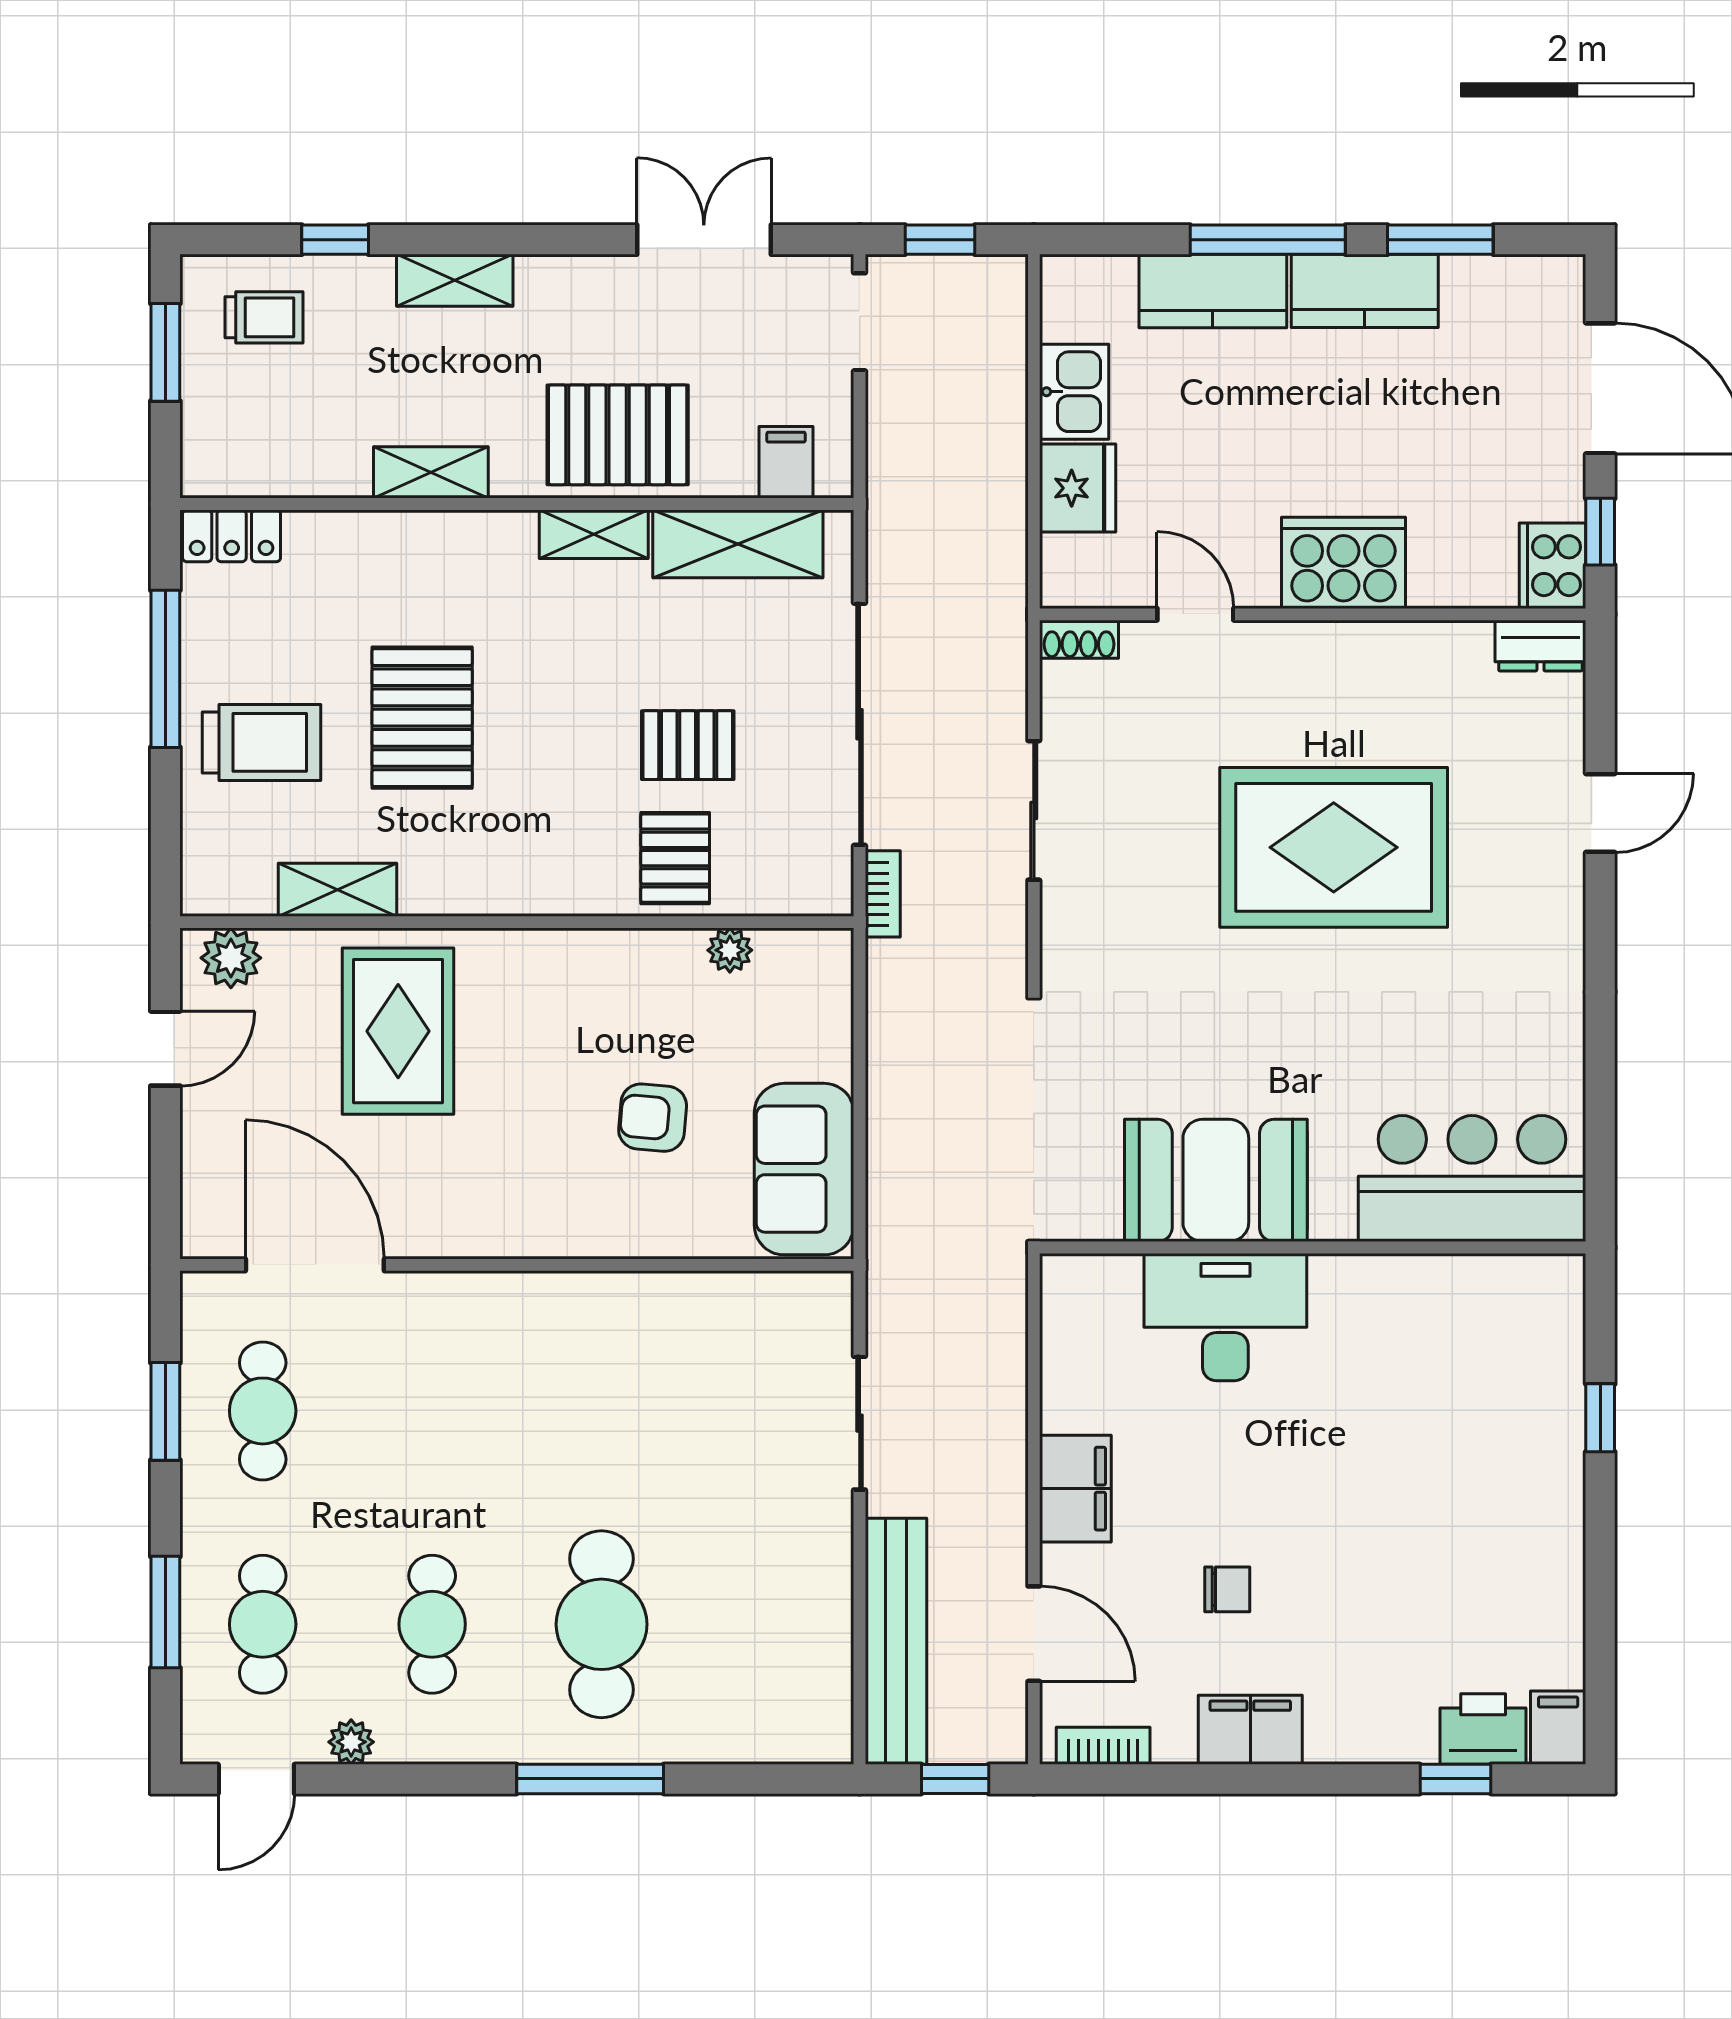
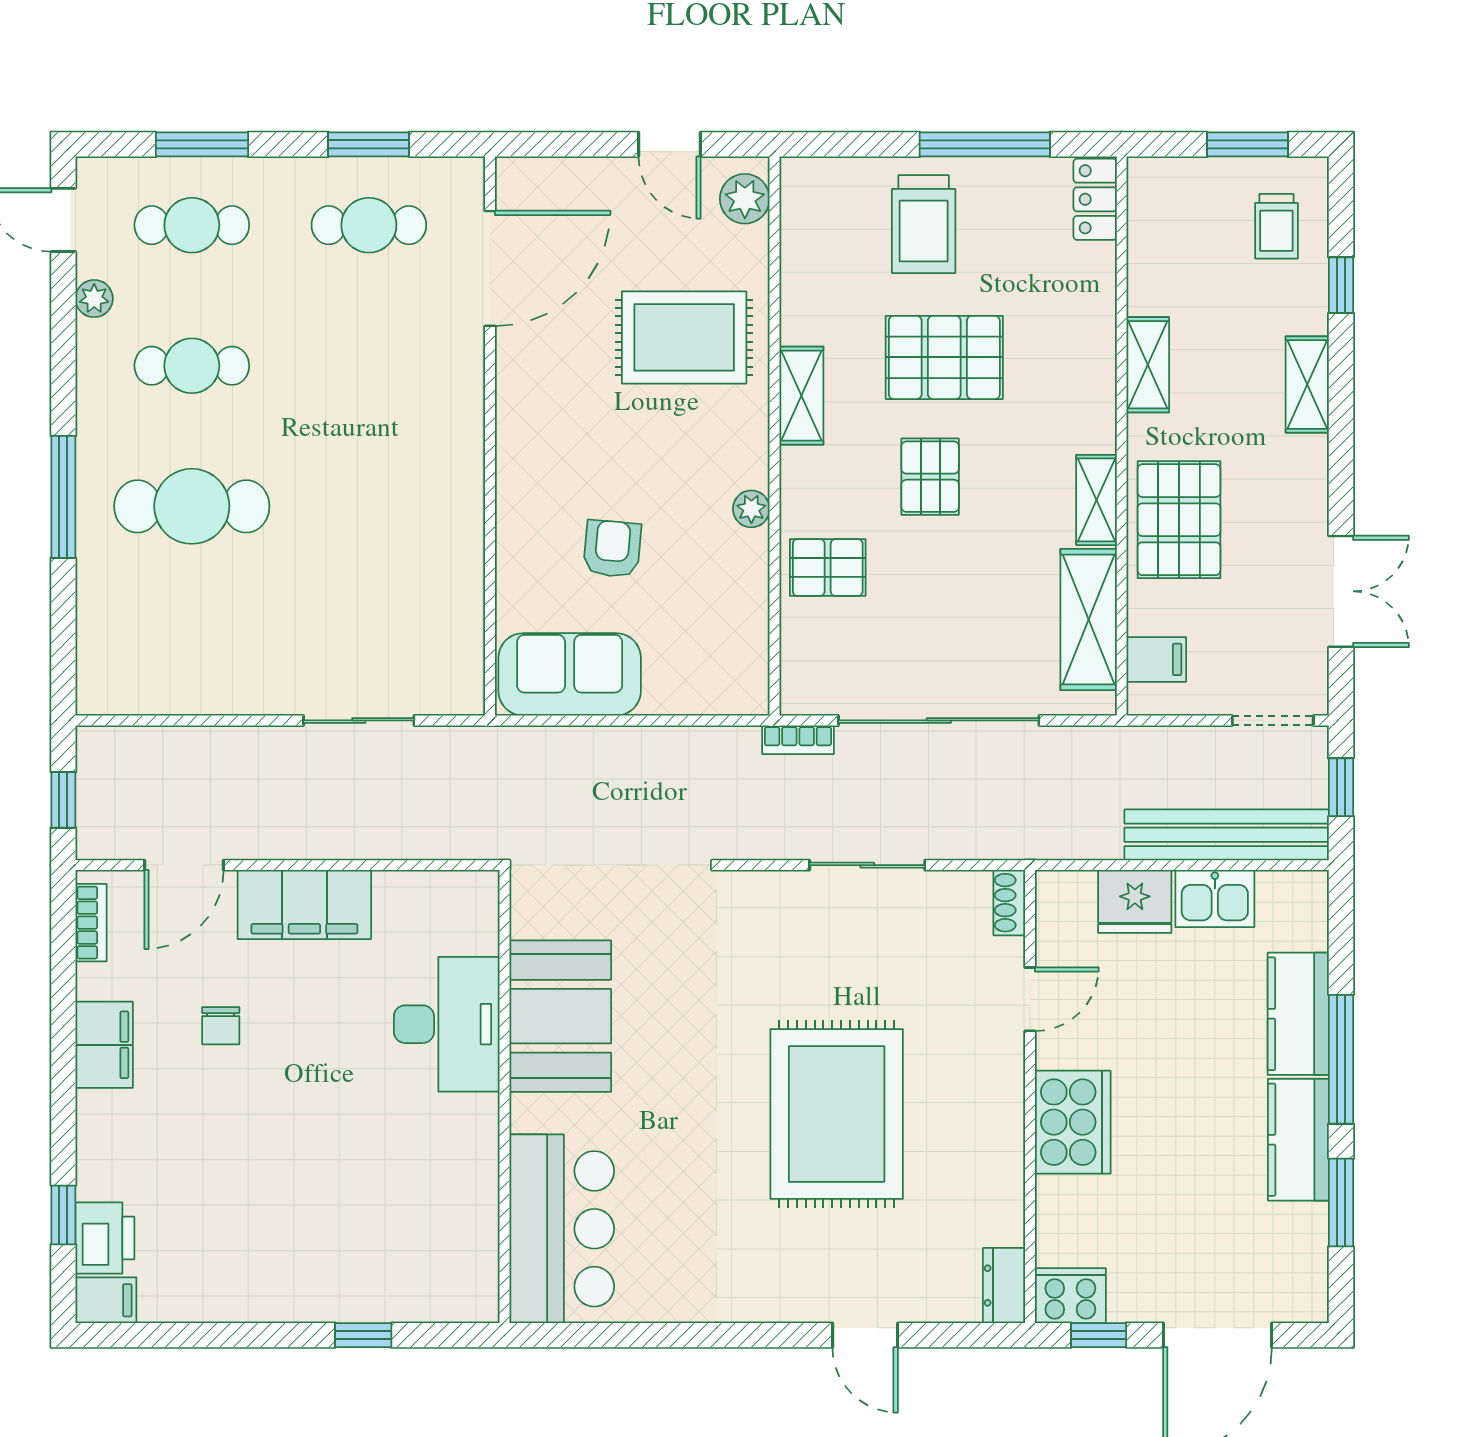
pallet: (688, 745) -> (930, 477), moved
shelving: (337, 890) -> (801, 396), moved
plant: (730, 950) -> (751, 509), moved
filing cabinet: (1075, 1489) -> (304, 905), width x1.50, depth x1.17
bench: (896, 1641) -> (1227, 835), moved

